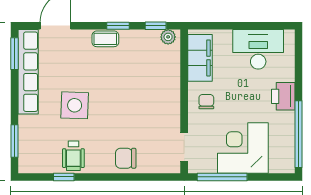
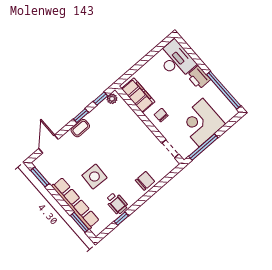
desk: (258, 49) -> (176, 60), moved, turned 90
row of seats: (28, 72) -> (75, 203), moved
chair: (126, 158) -> (145, 181), turned 180

